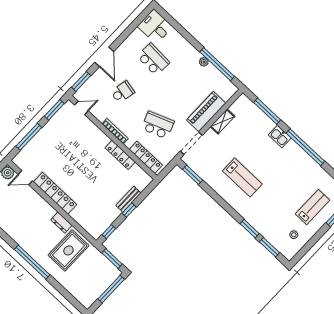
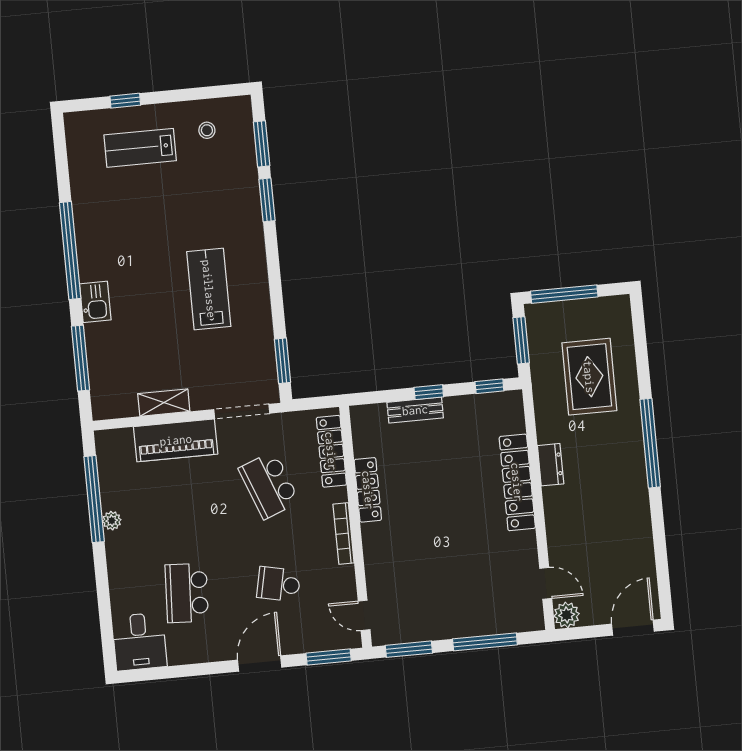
locker: (55, 193) -> (517, 482), moved
rug: (68, 250) -> (589, 377), moved, turned 90

